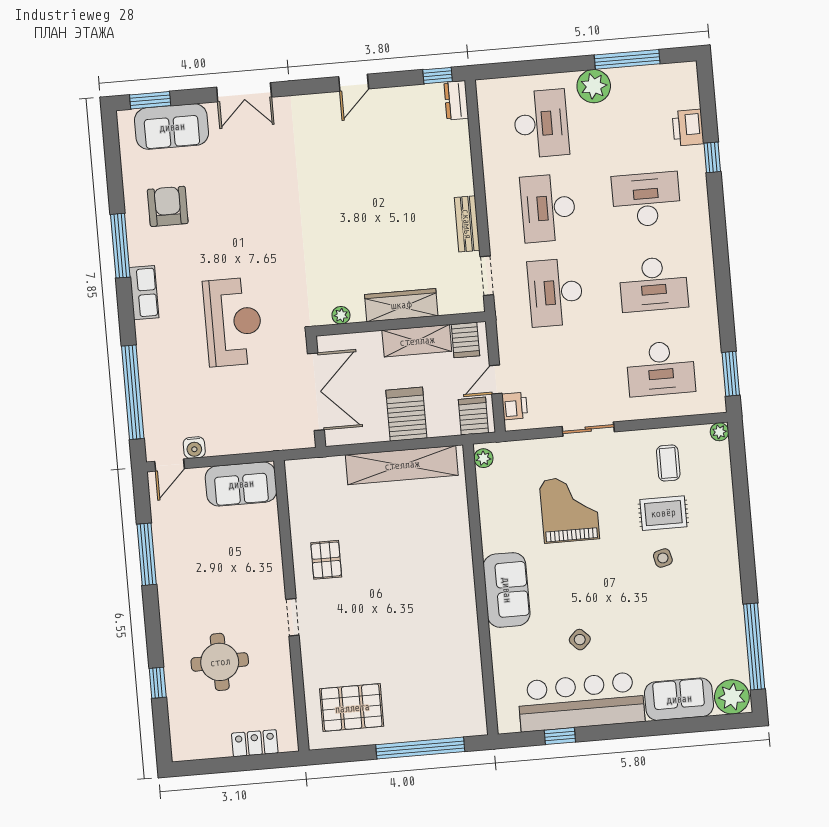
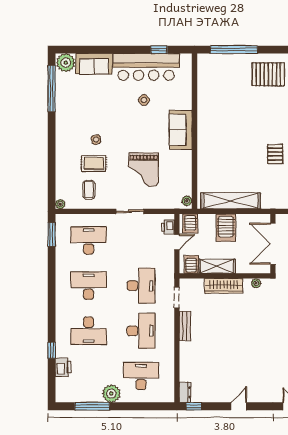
desk: (541, 124) -> (141, 376), turned 90

